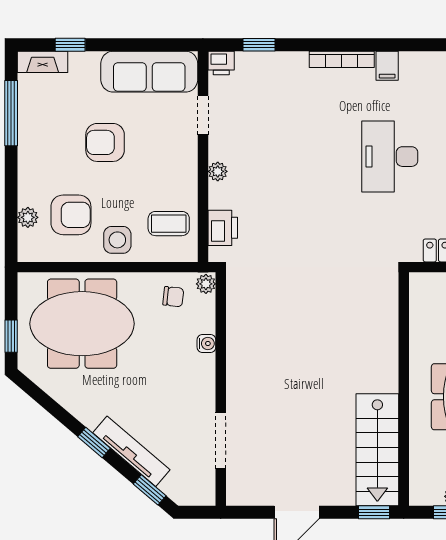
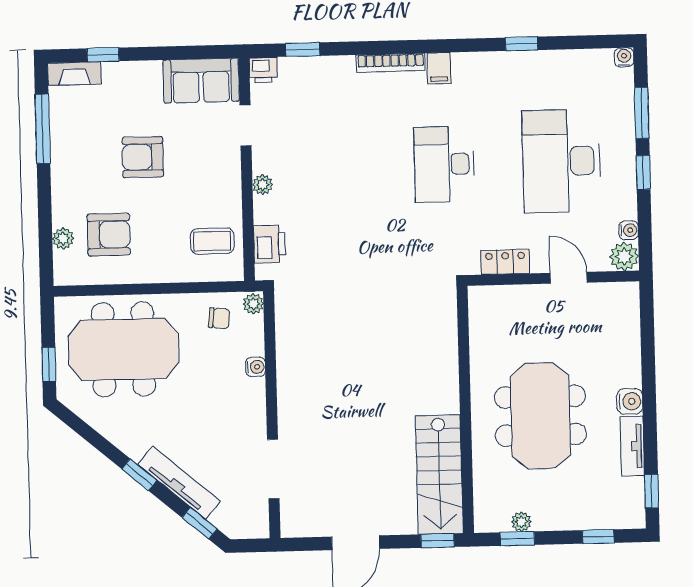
sofa: (149, 72) -> (201, 81), width x0.73
side table: (117, 240) -> (158, 260), removed

